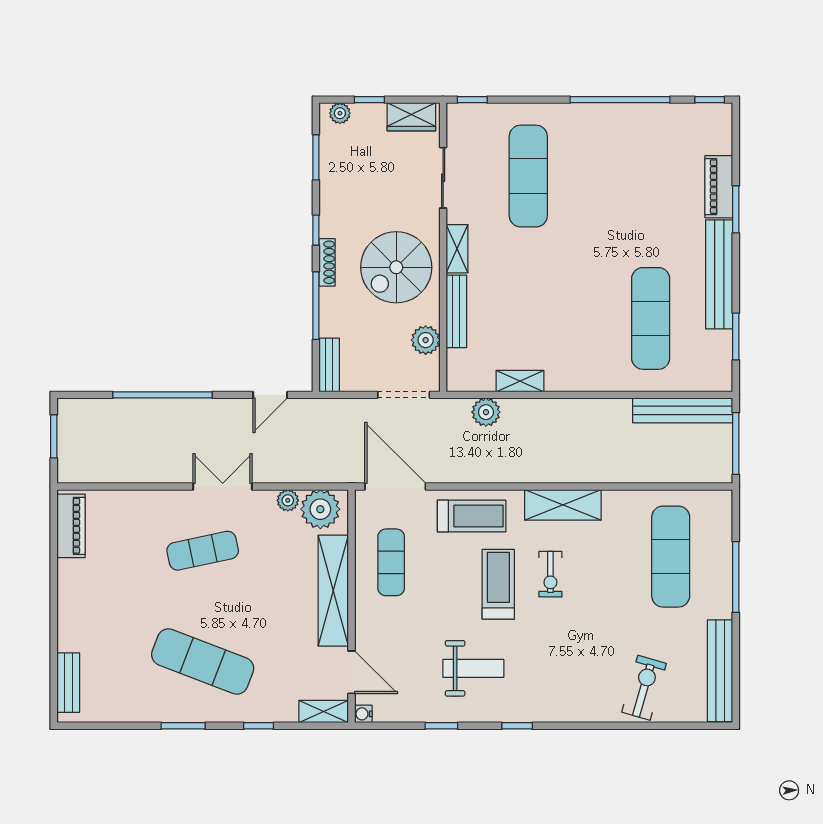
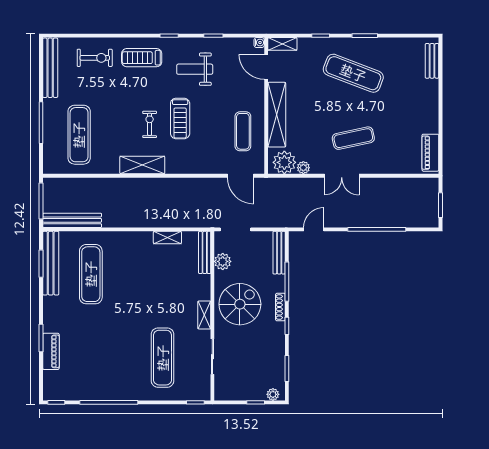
wardrobe: (411, 117) -> (231, 392), removed
bench: (719, 274) -> (51, 263), moved
bench: (456, 311) -> (205, 252), moved
bench: (329, 365) -> (279, 253), width x1.36
plant: (486, 412) -> (187, 219), removed
door: (395, 486) -> (240, 176), width x0.73
treadmill: (472, 516) -> (142, 58), moved
exercise bike: (644, 688) -> (95, 58), turned -106

